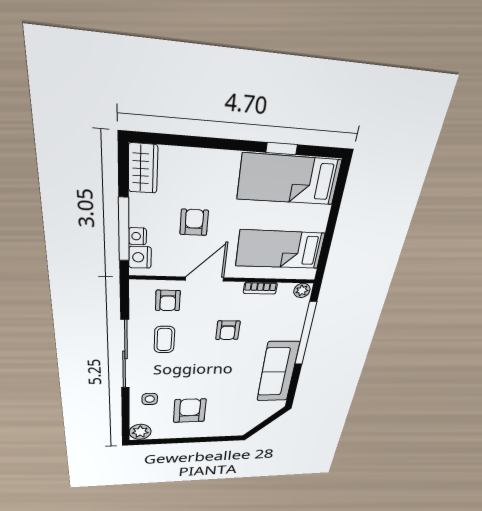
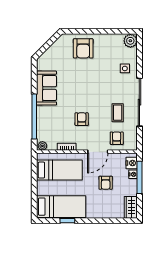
sofa: (278, 372) -> (47, 88), width x0.73
armchair: (190, 411) -> (83, 48), moved

